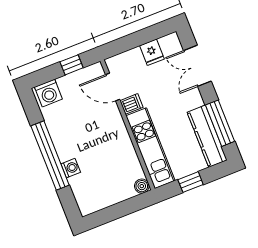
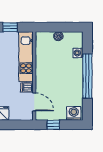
washing machine: (71, 168) -> (78, 53), moved
boiler: (142, 186) -> (58, 36), moved

